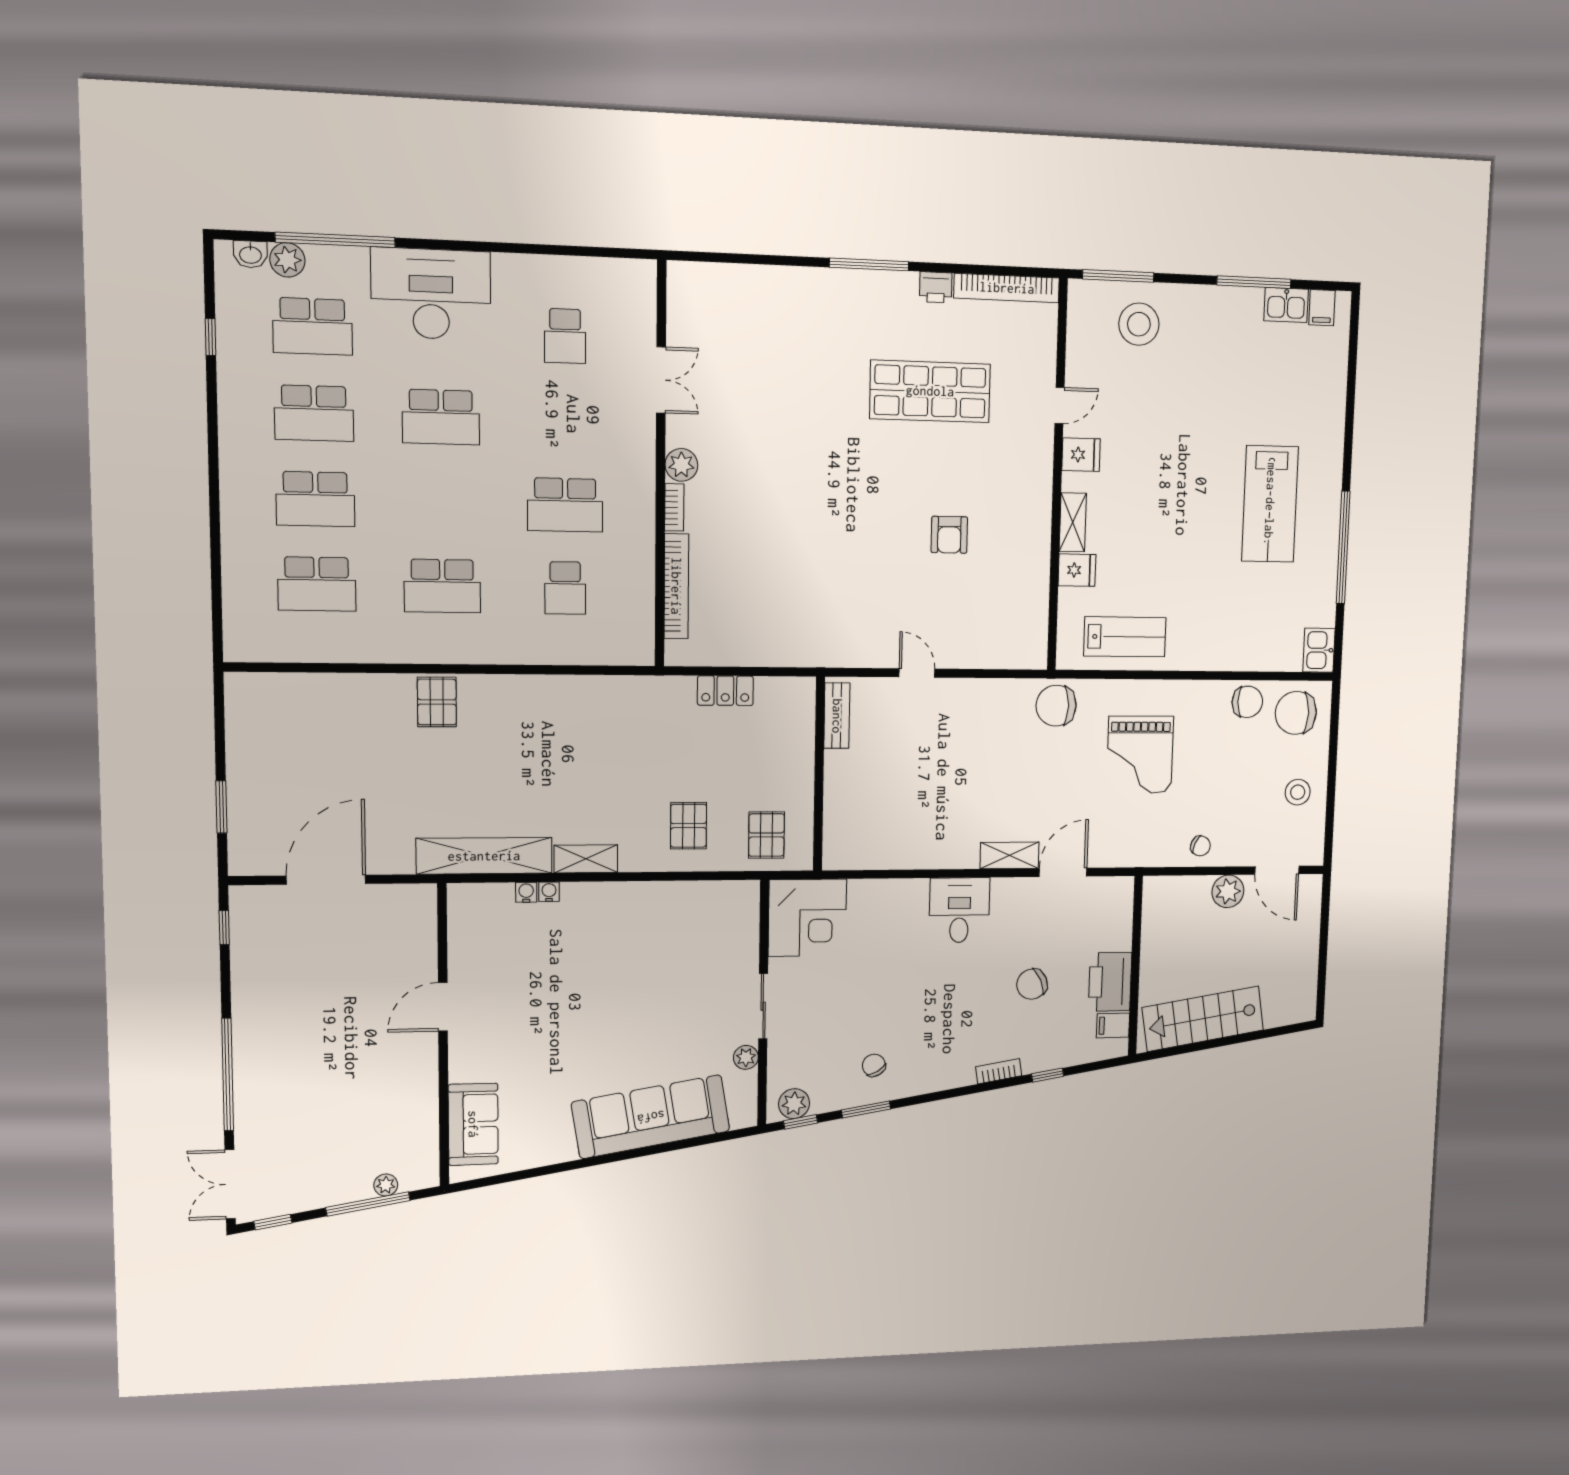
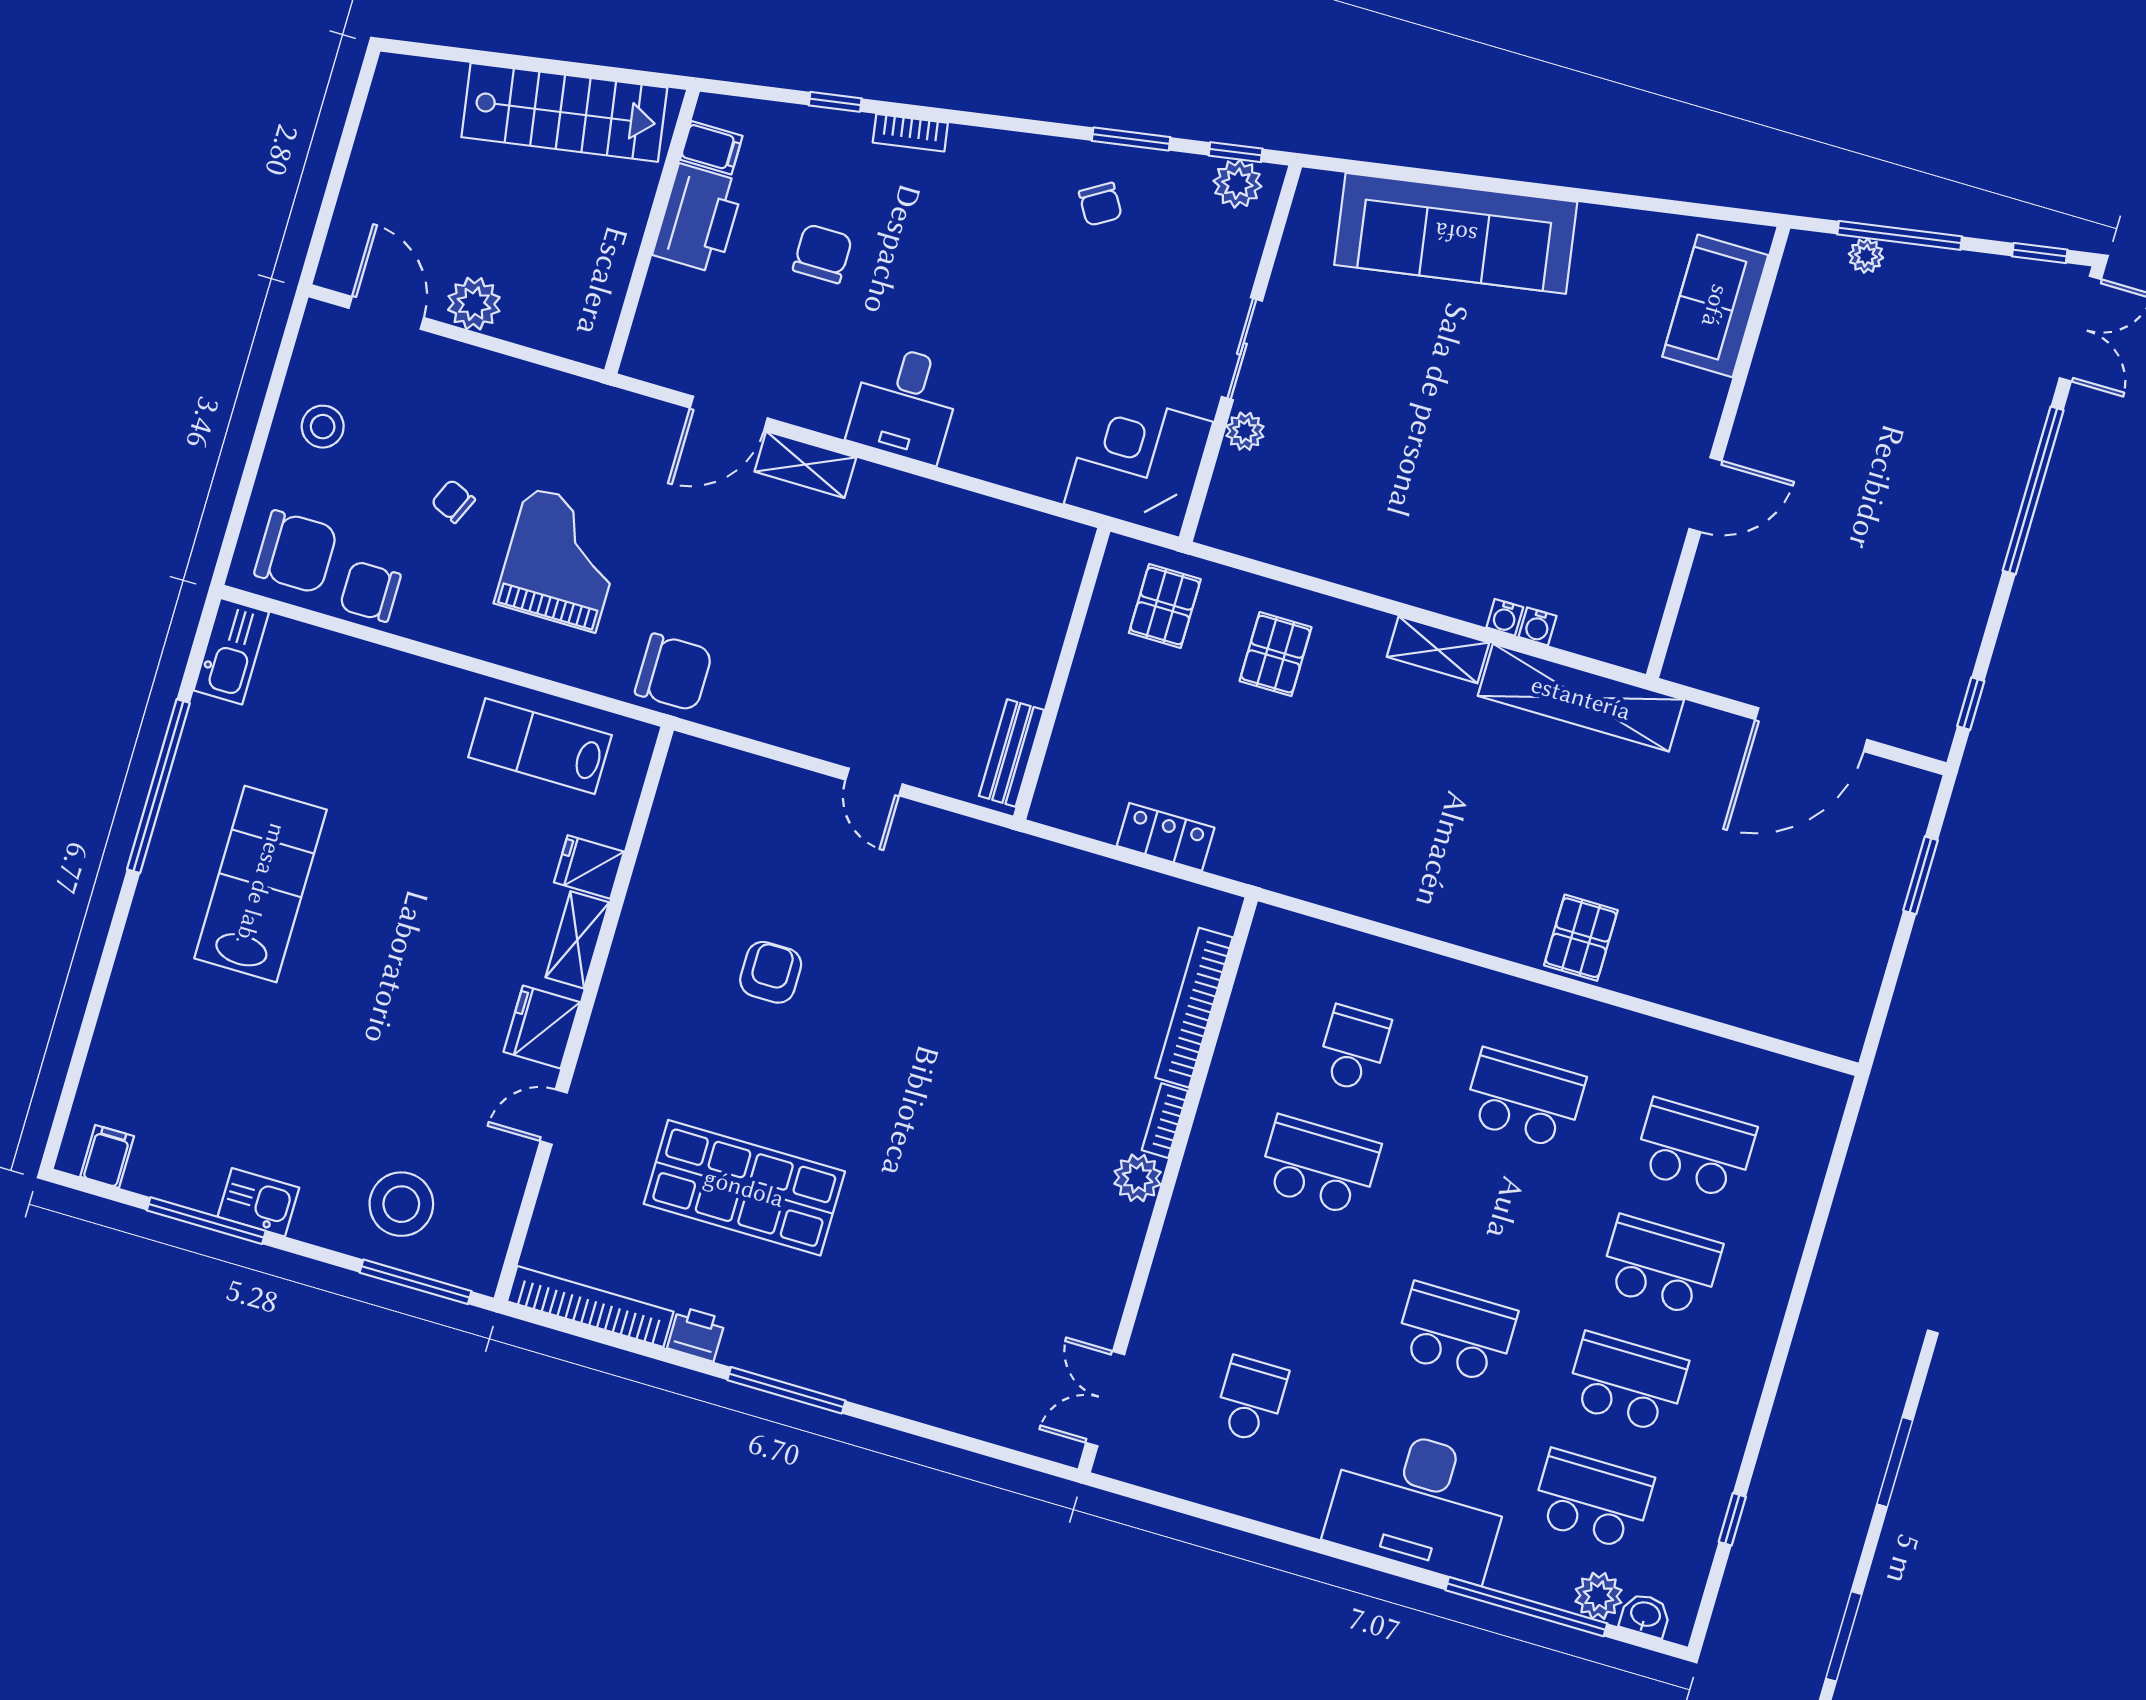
kitchen sink: (1286, 305) -> (258, 1202), moved
double door: (661, 380) -> (1105, 1399), moved
fridge: (1081, 455) -> (542, 1027), width x1.38
kitchen sink: (1319, 650) -> (231, 651), width x1.38
chair: (1200, 846) -> (453, 501), moved
chair: (1032, 984) -> (822, 254), turned -66
plant: (746, 1057) -> (1245, 431), moved

